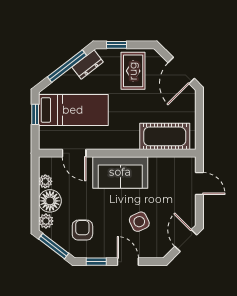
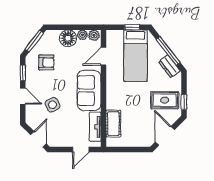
window: (117, 45) -> (184, 102), moved
door: (181, 71) -> (165, 136), hinge flipped
cot: (165, 136) -> (113, 124), width x0.73, depth x0.75
tv unit: (169, 164) -> (95, 127), added
plant: (46, 221) -> (94, 35), moved
door: (186, 241) -> (38, 139), hinge flipped
door: (128, 262) -> (23, 96), hinge flipped

